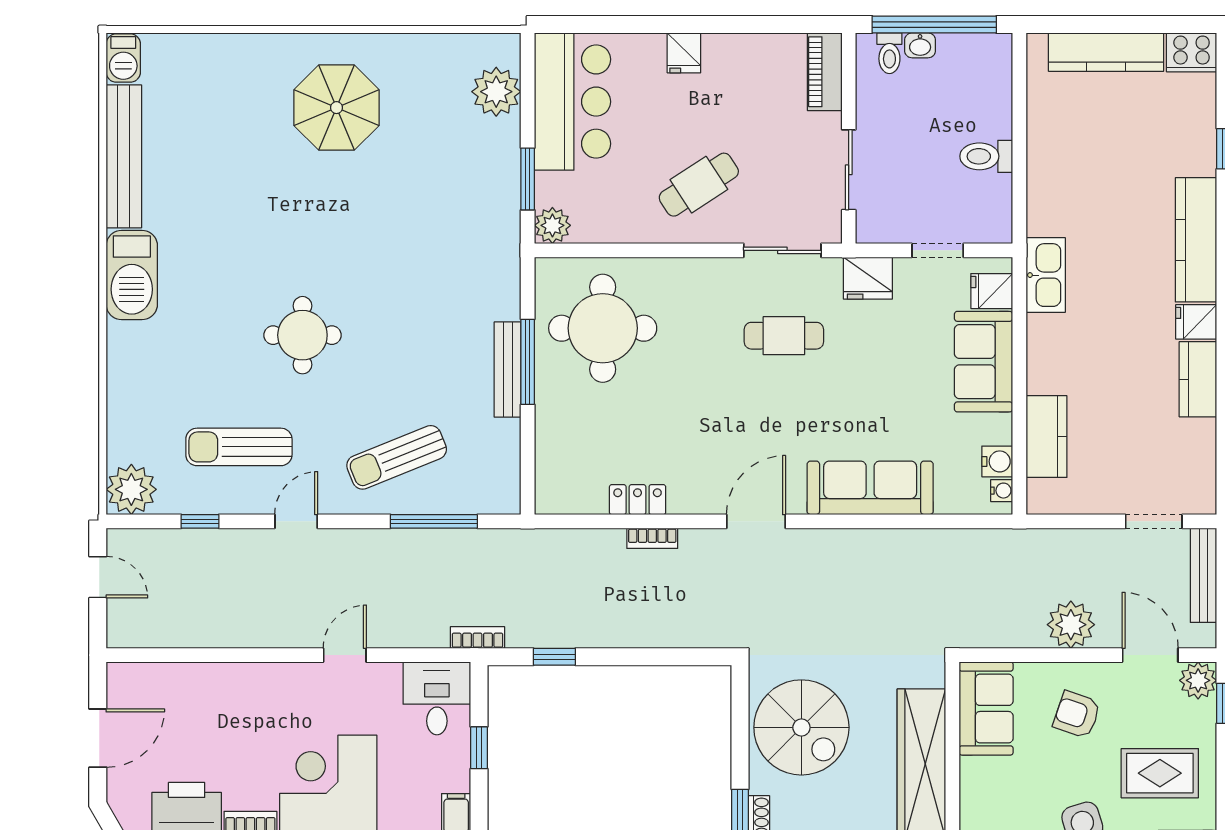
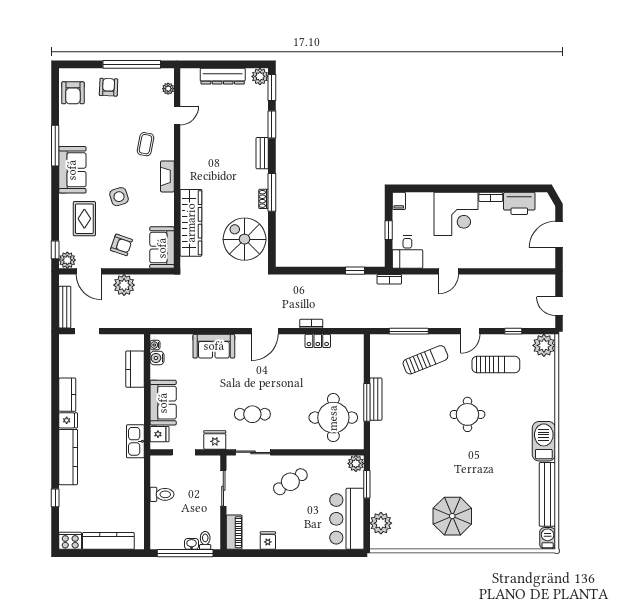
fridge: (684, 53) -> (268, 541), moved
sofa: (870, 488) -> (214, 346), width x0.73
rug: (1160, 773) -> (84, 219), turned 90

